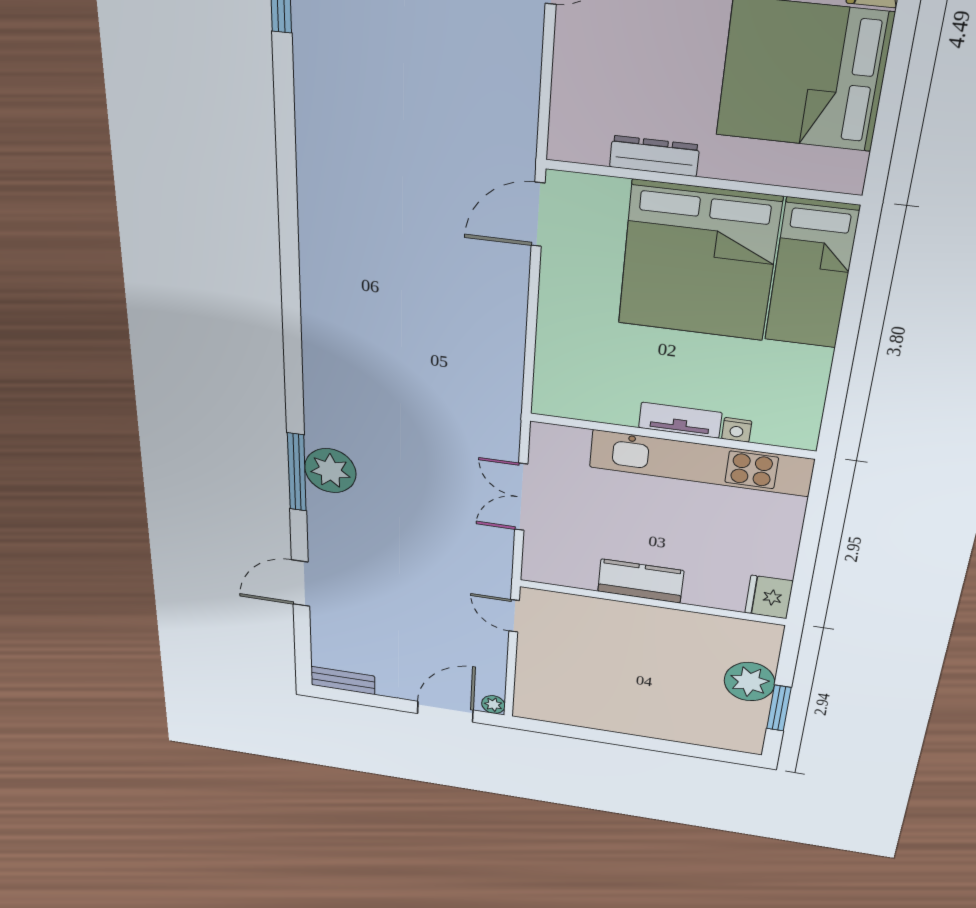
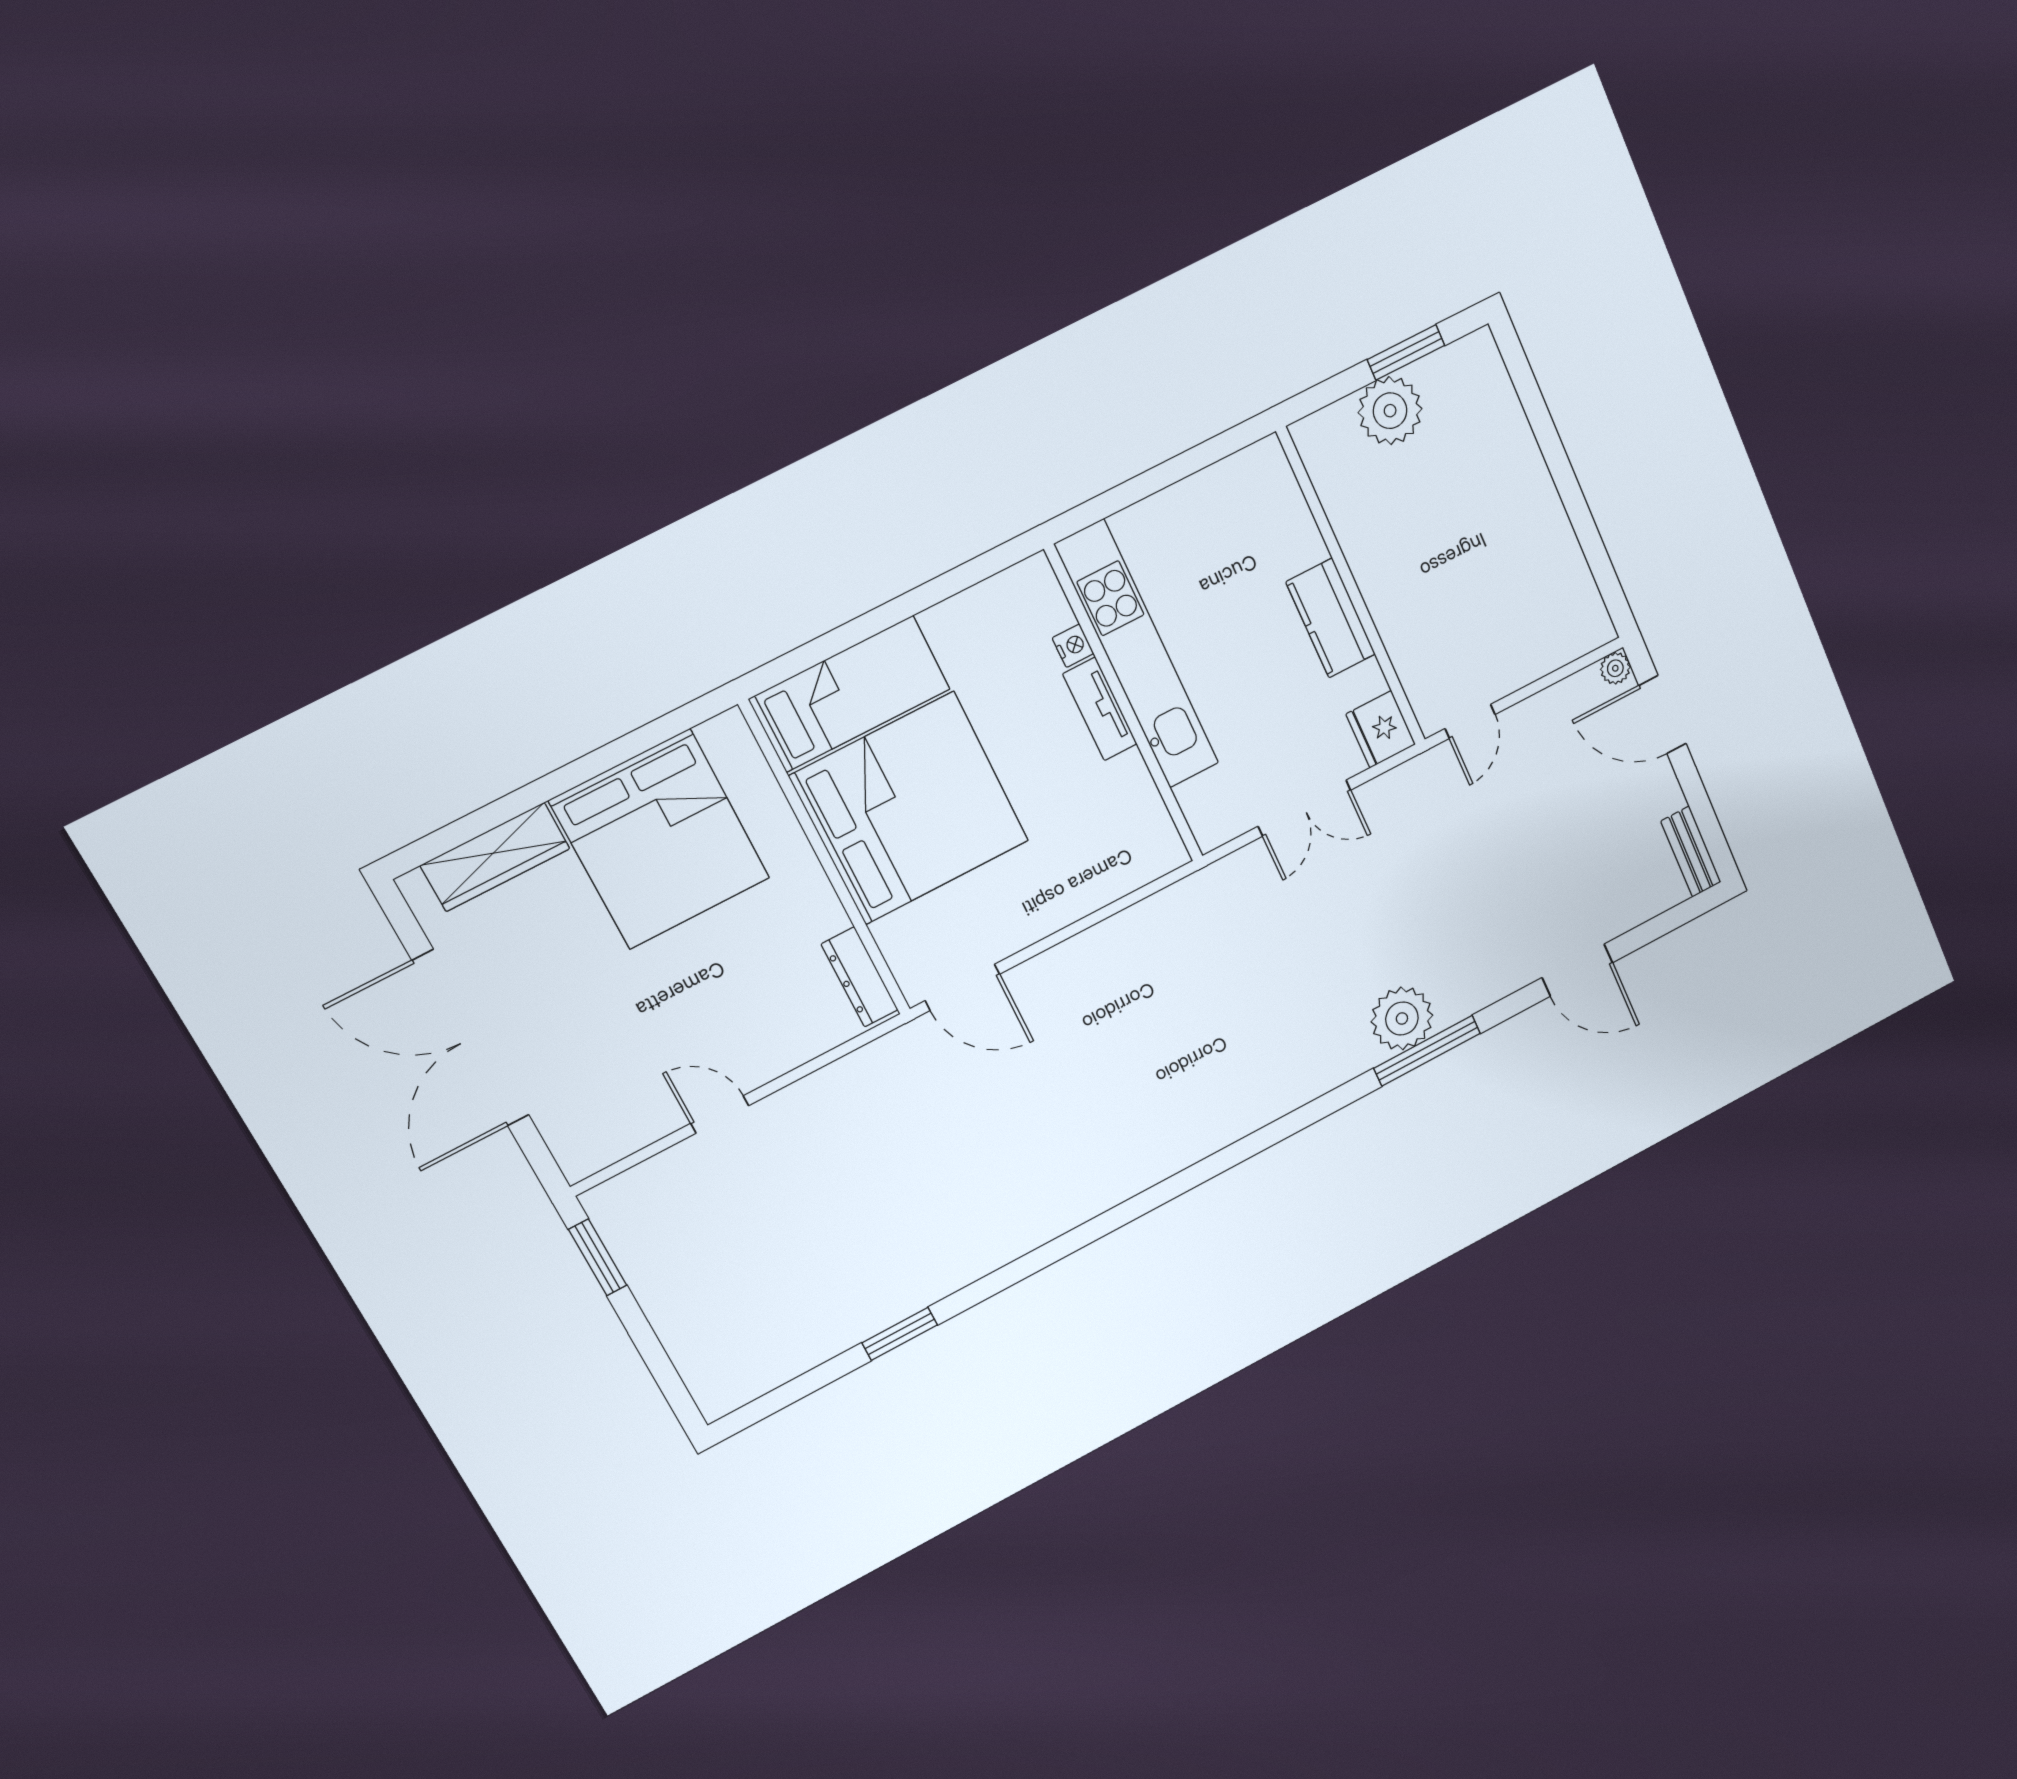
dresser: (654, 156) -> (860, 977), moved
fridge: (769, 597) -> (1381, 729), moved, turned 90

